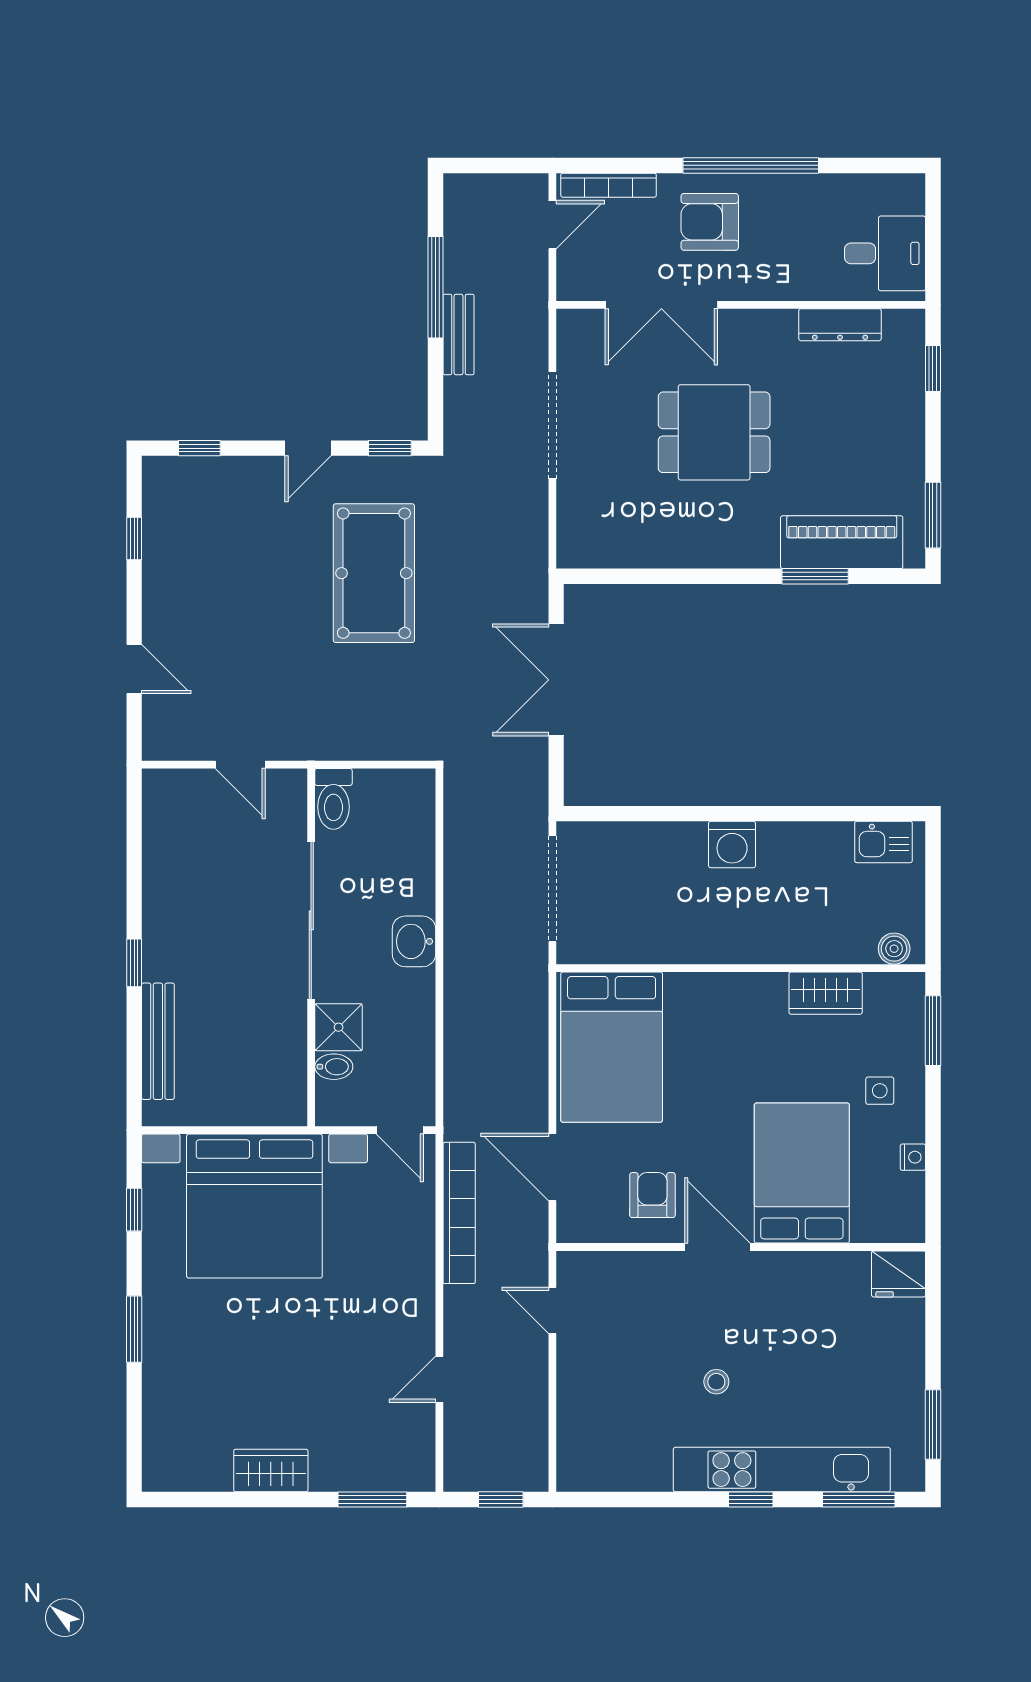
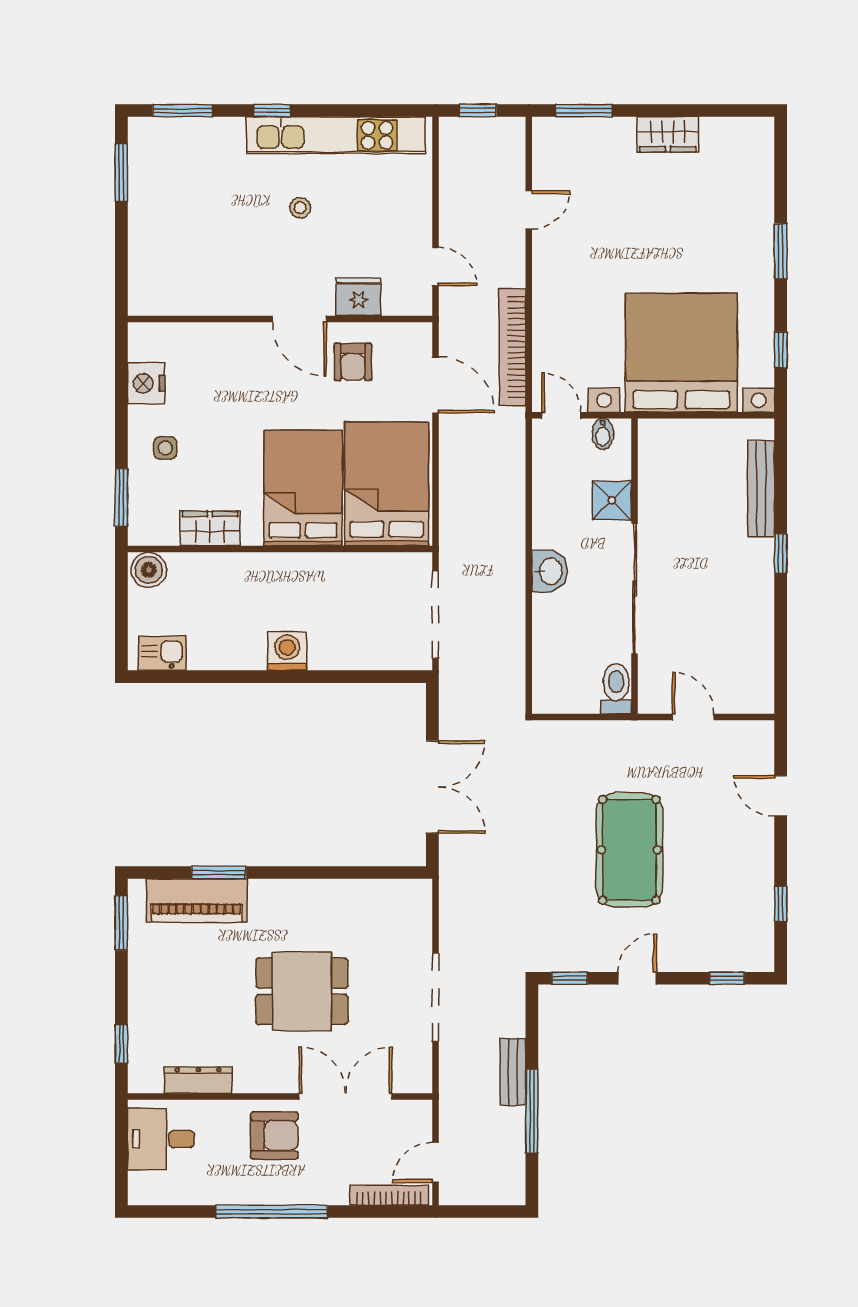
armchair: (710, 222) -> (274, 1136), moved
pool table: (374, 573) -> (629, 850), moved
boiler: (894, 949) -> (149, 570), width x1.36, depth x1.36
bidet: (334, 1067) -> (603, 434), moved, turned -90
nightstand: (913, 1157) -> (146, 383), width x1.89, depth x1.79
bed: (802, 1173) -> (303, 488), moved, turned 180
fridge: (899, 1274) -> (359, 297), moved
kitchen unit: (782, 1470) -> (336, 135), moved

